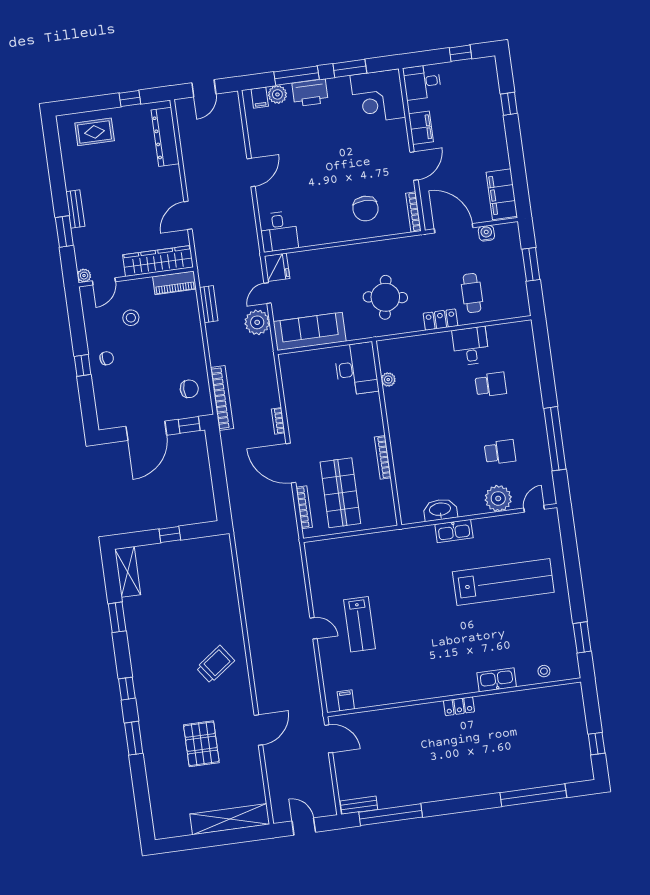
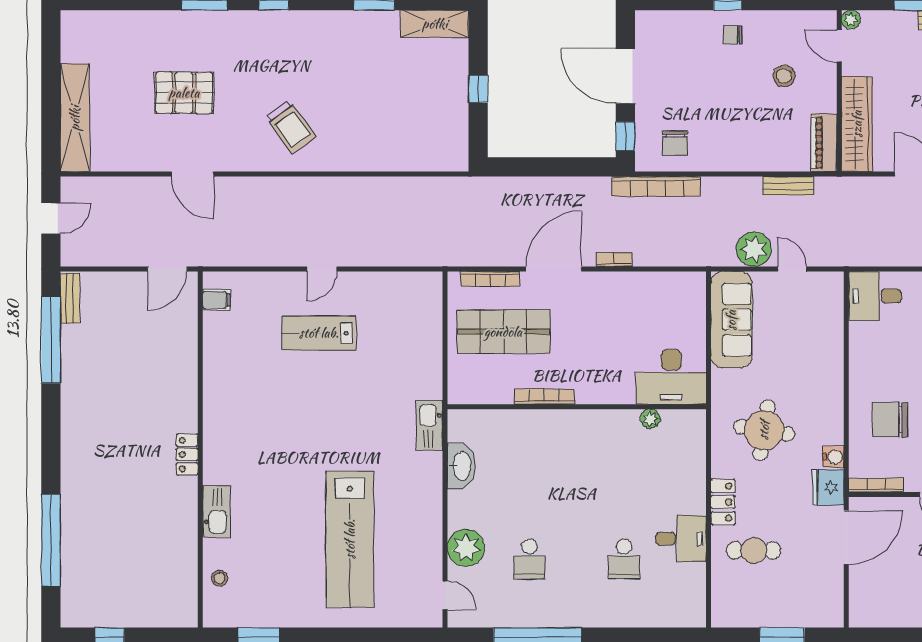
filing cabinet: (502, 194) -> (884, 610), removed
water cooler: (486, 233) -> (833, 457), moved
fridge: (277, 267) -> (828, 487), moved, turned 90
chair: (107, 358) -> (733, 35), turned 97
kitchen sink: (454, 531) -> (429, 425), moved

